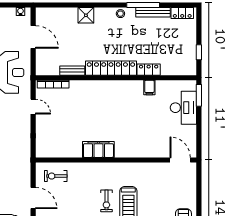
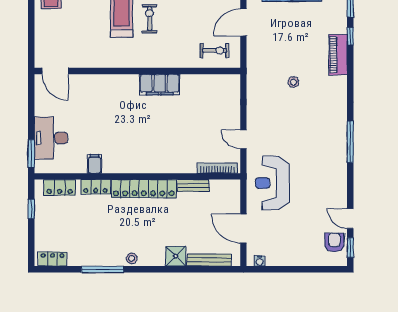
bench: (153, 12) -> (209, 260), moved
locker: (177, 69) -> (60, 187), added
door: (33, 198) -> (243, 22), hinge flipped

